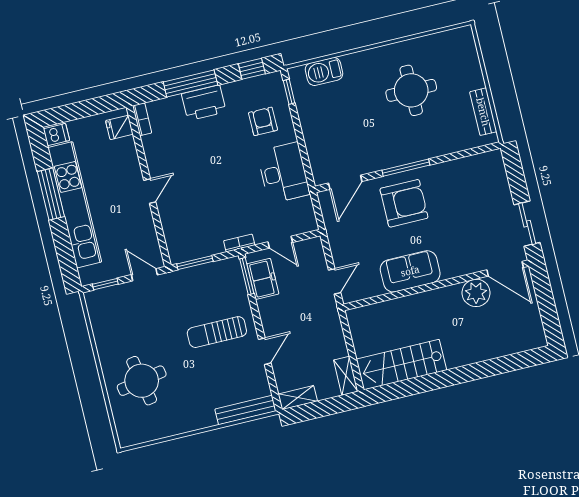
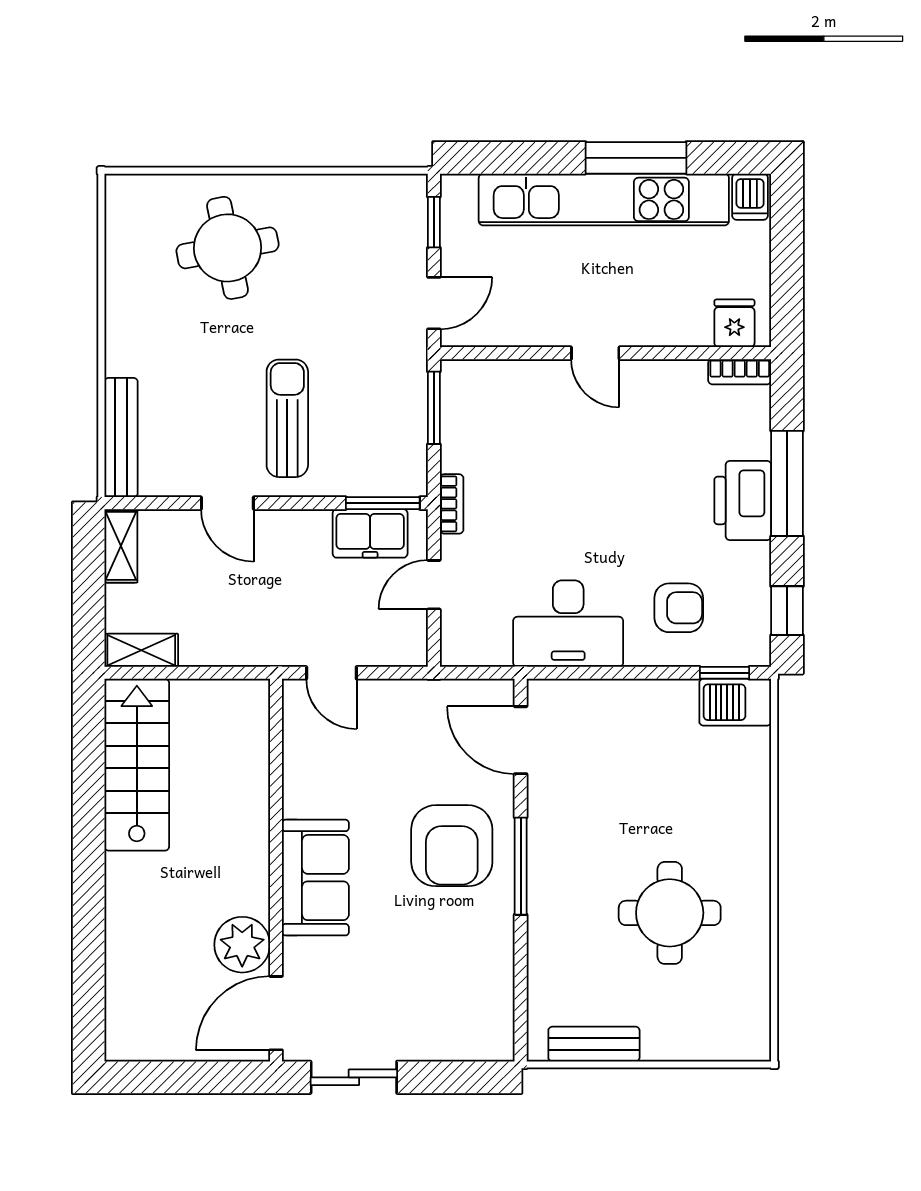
barbecue: (324, 71) -> (735, 702), moved, turned -90
sofa: (410, 271) -> (315, 878), moved

